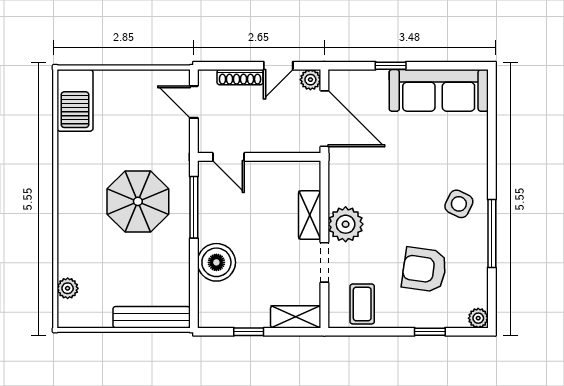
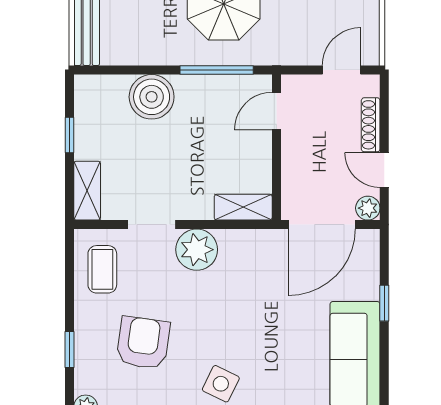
shelving: (310, 215) -> (243, 207), moved
coffee table: (362, 304) -> (102, 269), turned 90

